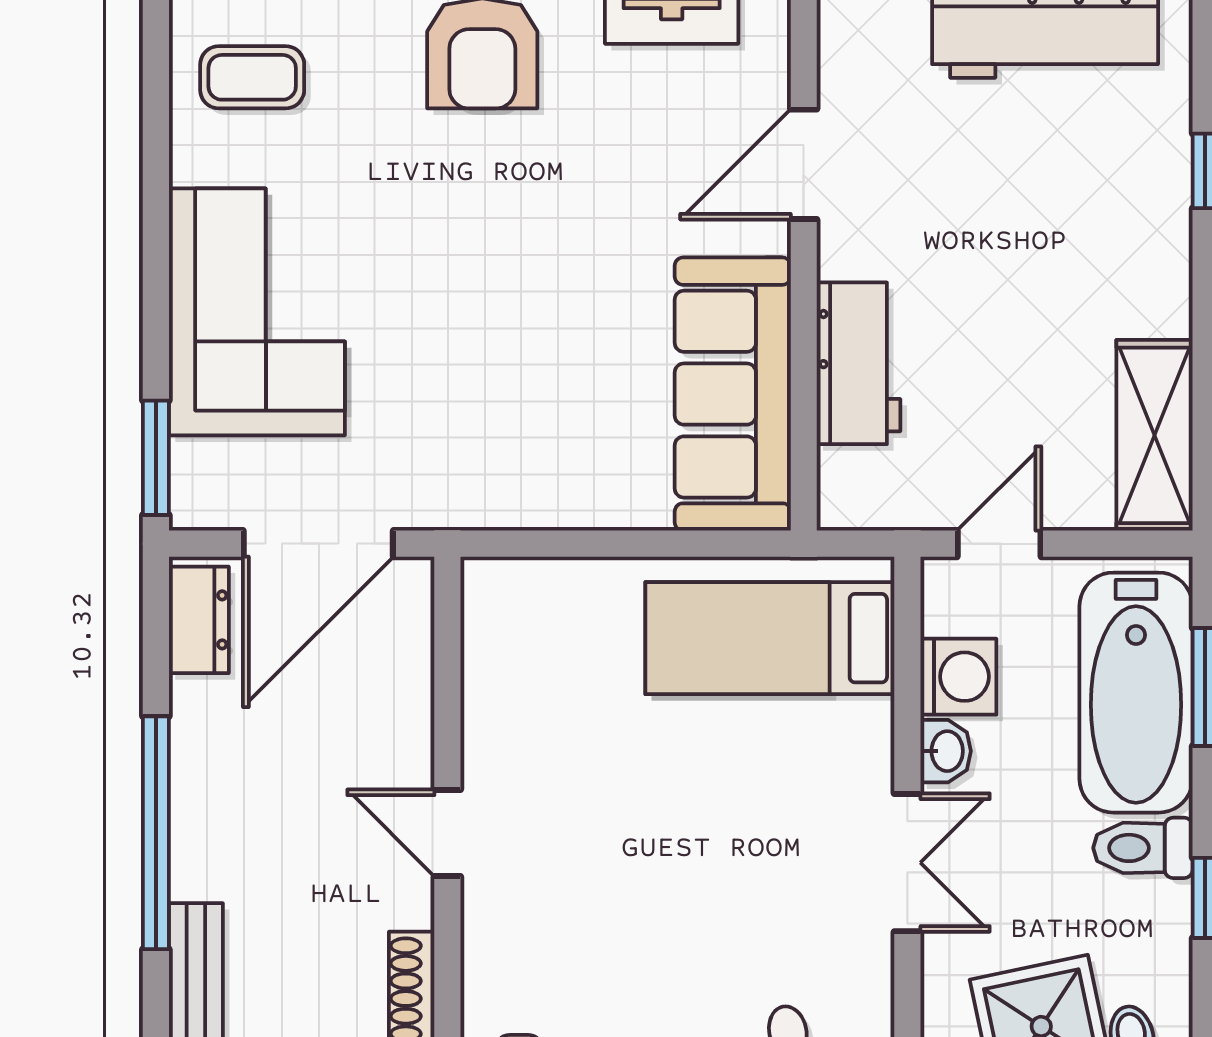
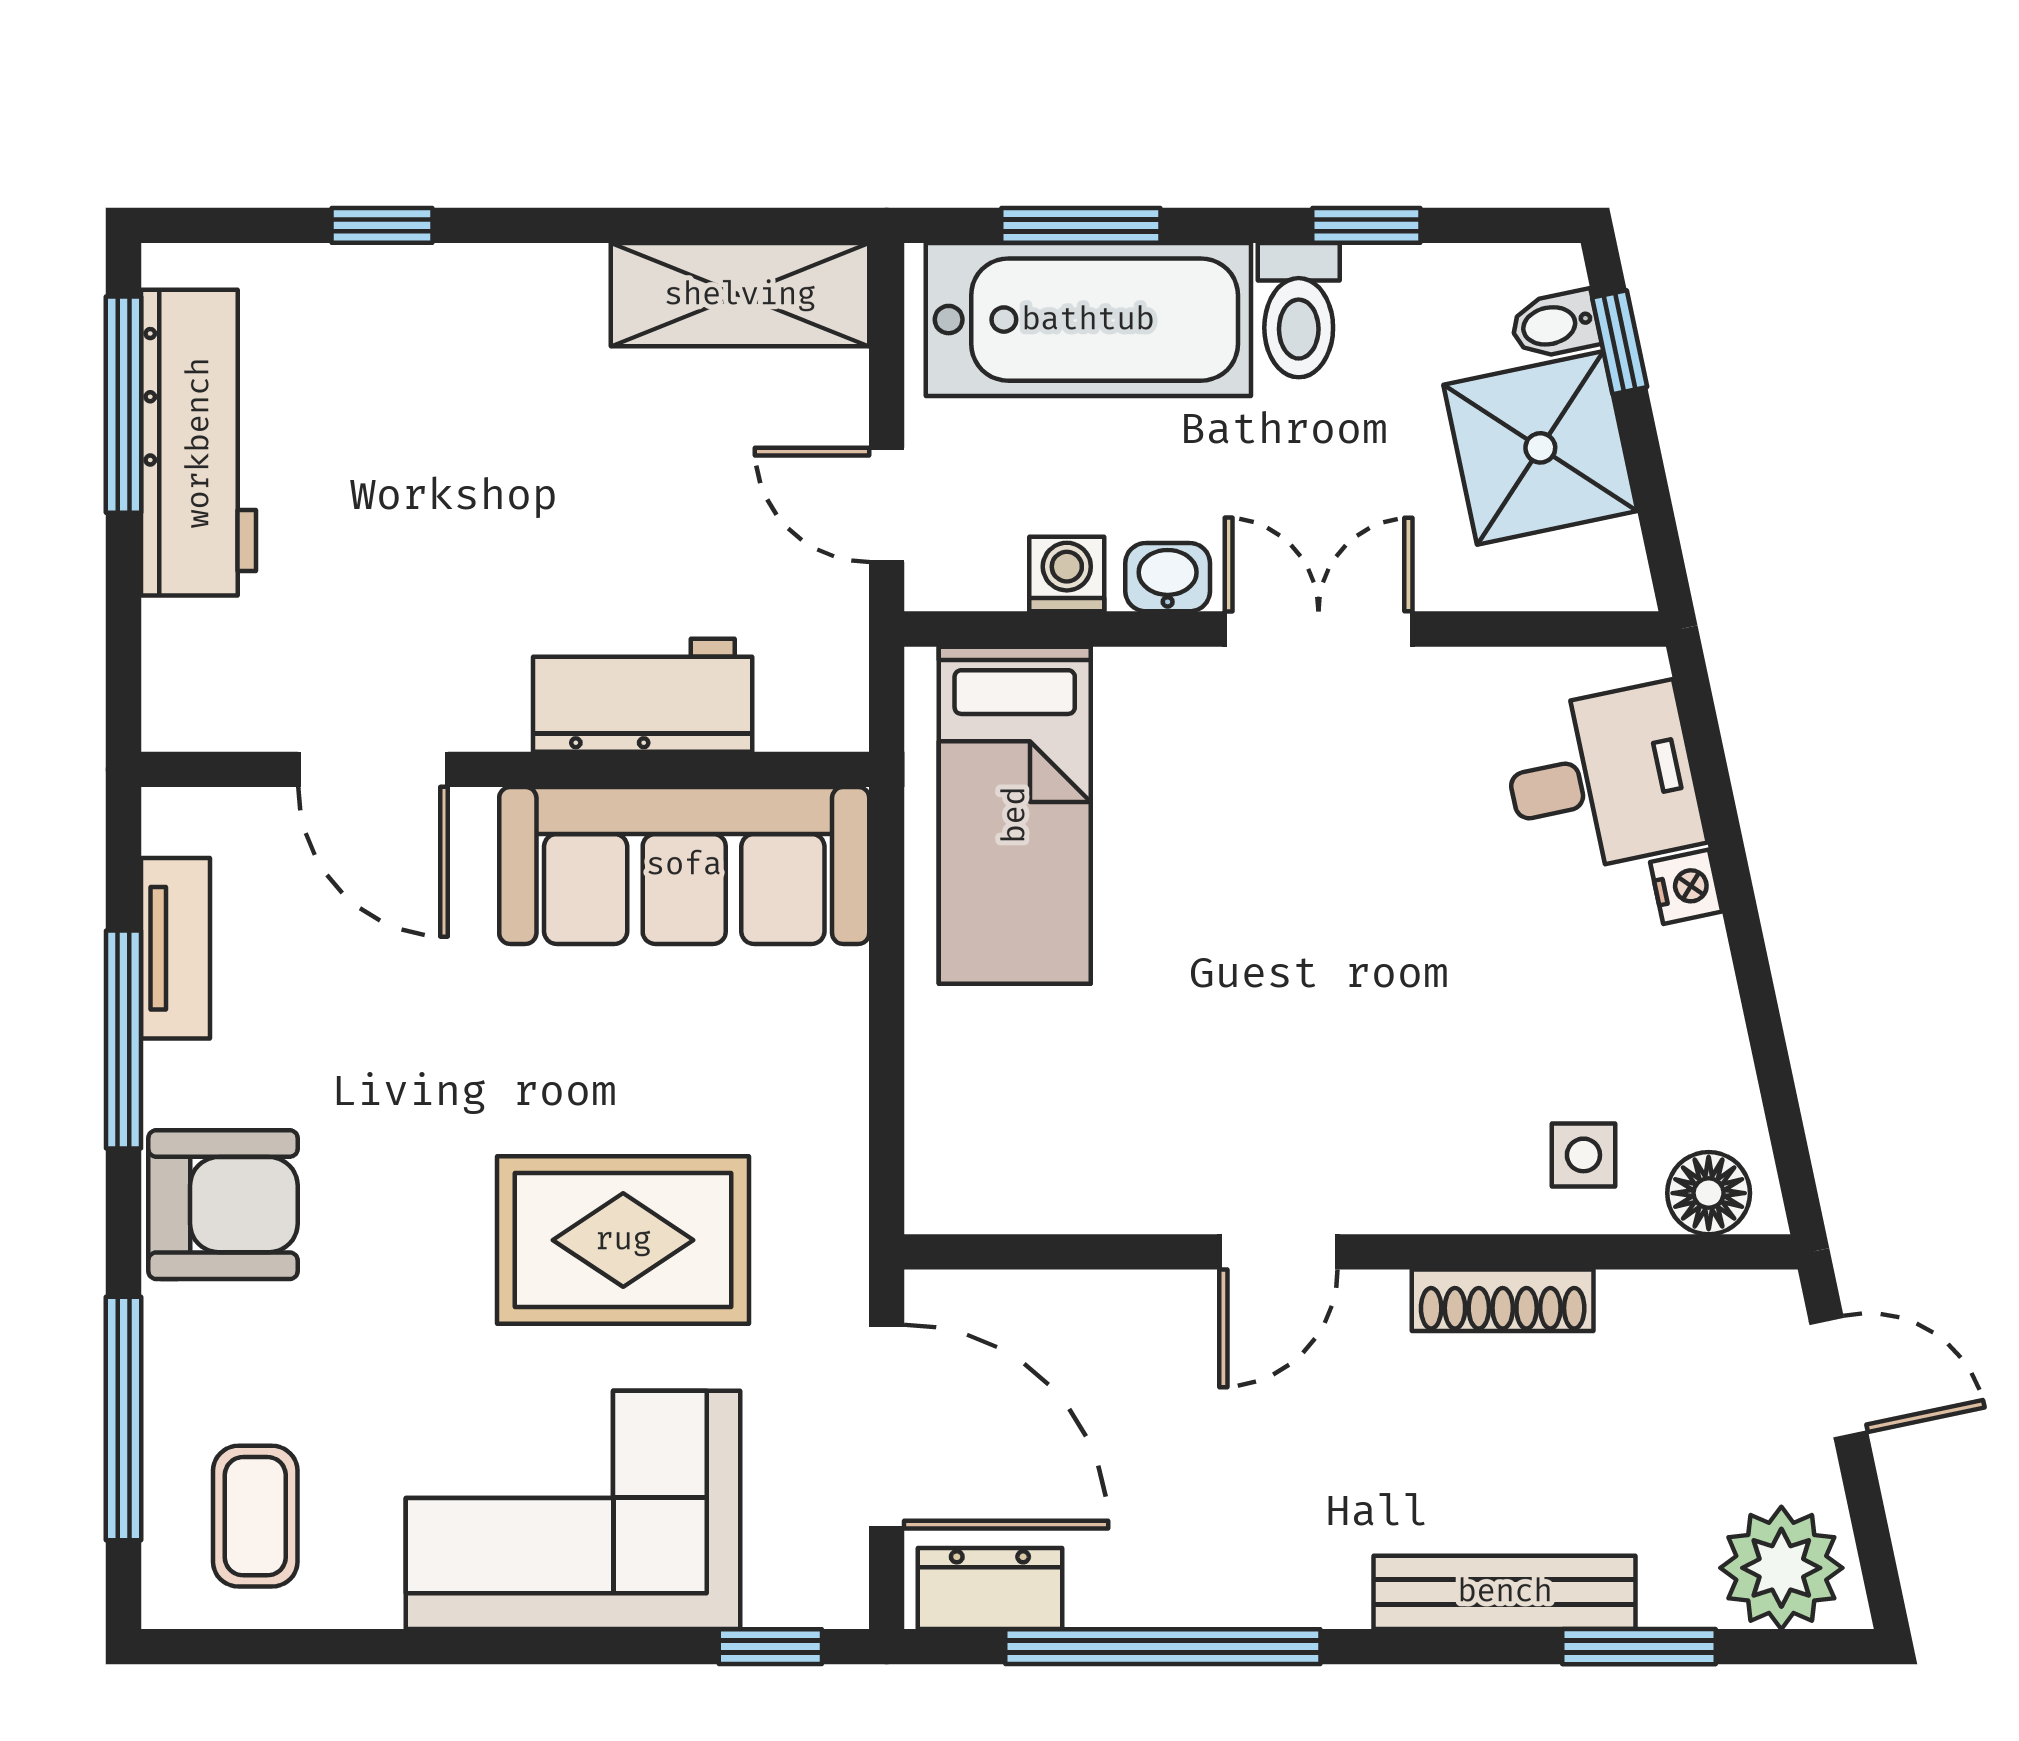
rug: (456, 349) -> (623, 1240), added
window: (156, 458) -> (770, 1647), width x0.67
washing machine: (958, 677) -> (1067, 574), width x0.73, depth x0.73
window: (156, 833) -> (1163, 1647), moved

